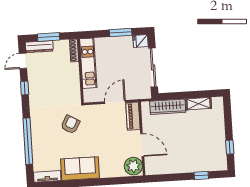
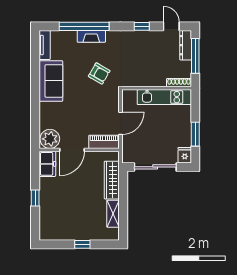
window: (49, 37) -> (195, 56), width x1.44
door: (115, 102) -> (120, 123), hinge flipped
fireplace: (37, 134) -> (91, 36), added
window: (230, 147) -> (82, 244), moved
freezer: (157, 167) -> (47, 164), added
window: (201, 175) -> (35, 198), moved

